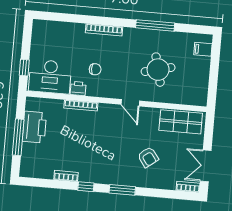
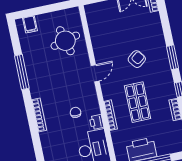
round table: (158, 70) -> (65, 41), moved
shop shelf: (181, 122) -> (138, 102), moved
armchair: (148, 157) -> (137, 59), moved

